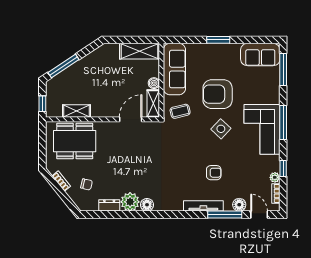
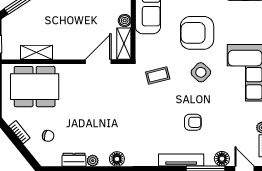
coffee table: (180, 111) -> (158, 75), moved
plant: (130, 202) -> (93, 161), width x0.53, depth x0.53

